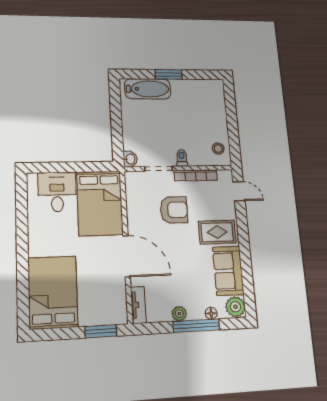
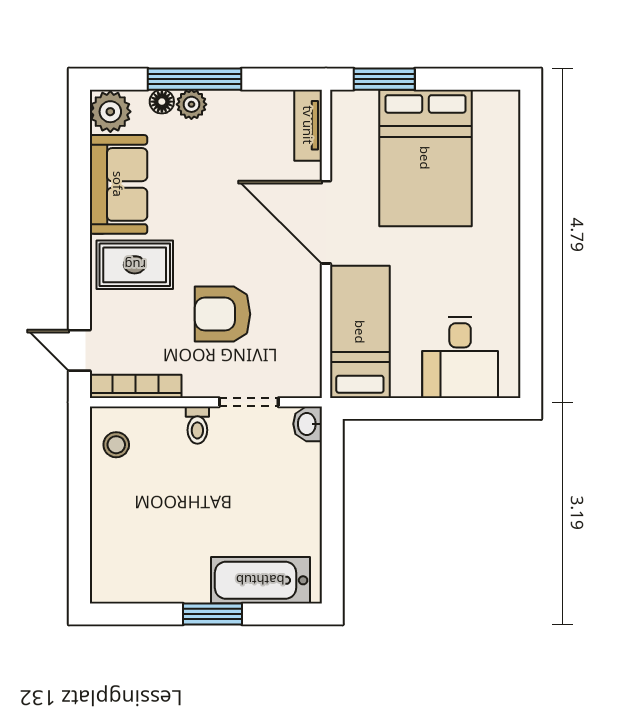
bookcase: (196, 175) -> (136, 386), moved
bed: (100, 203) -> (360, 332), width x0.67
bed: (53, 292) -> (425, 158), moved
plant: (179, 314) -> (191, 104), moved

